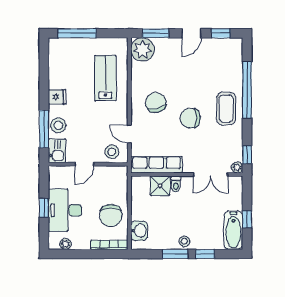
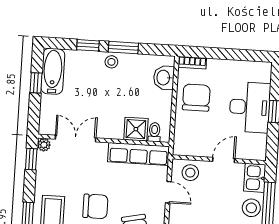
toilet: (176, 184) -> (154, 132), moved
plant: (65, 244) -> (252, 67), removed
bookcase: (109, 245) -> (192, 63), width x0.64

